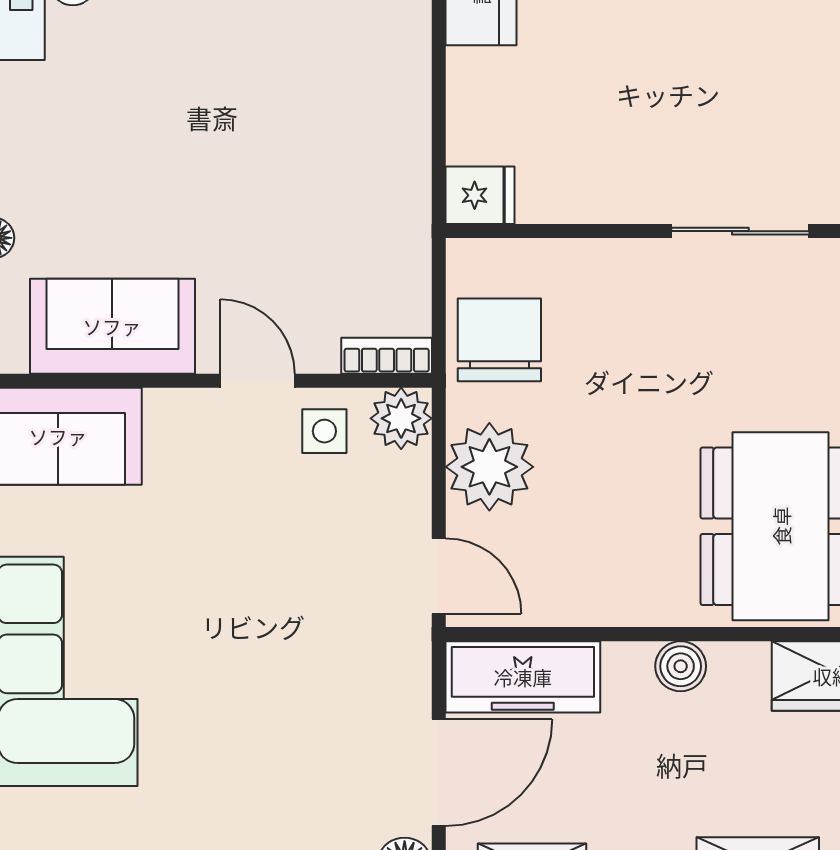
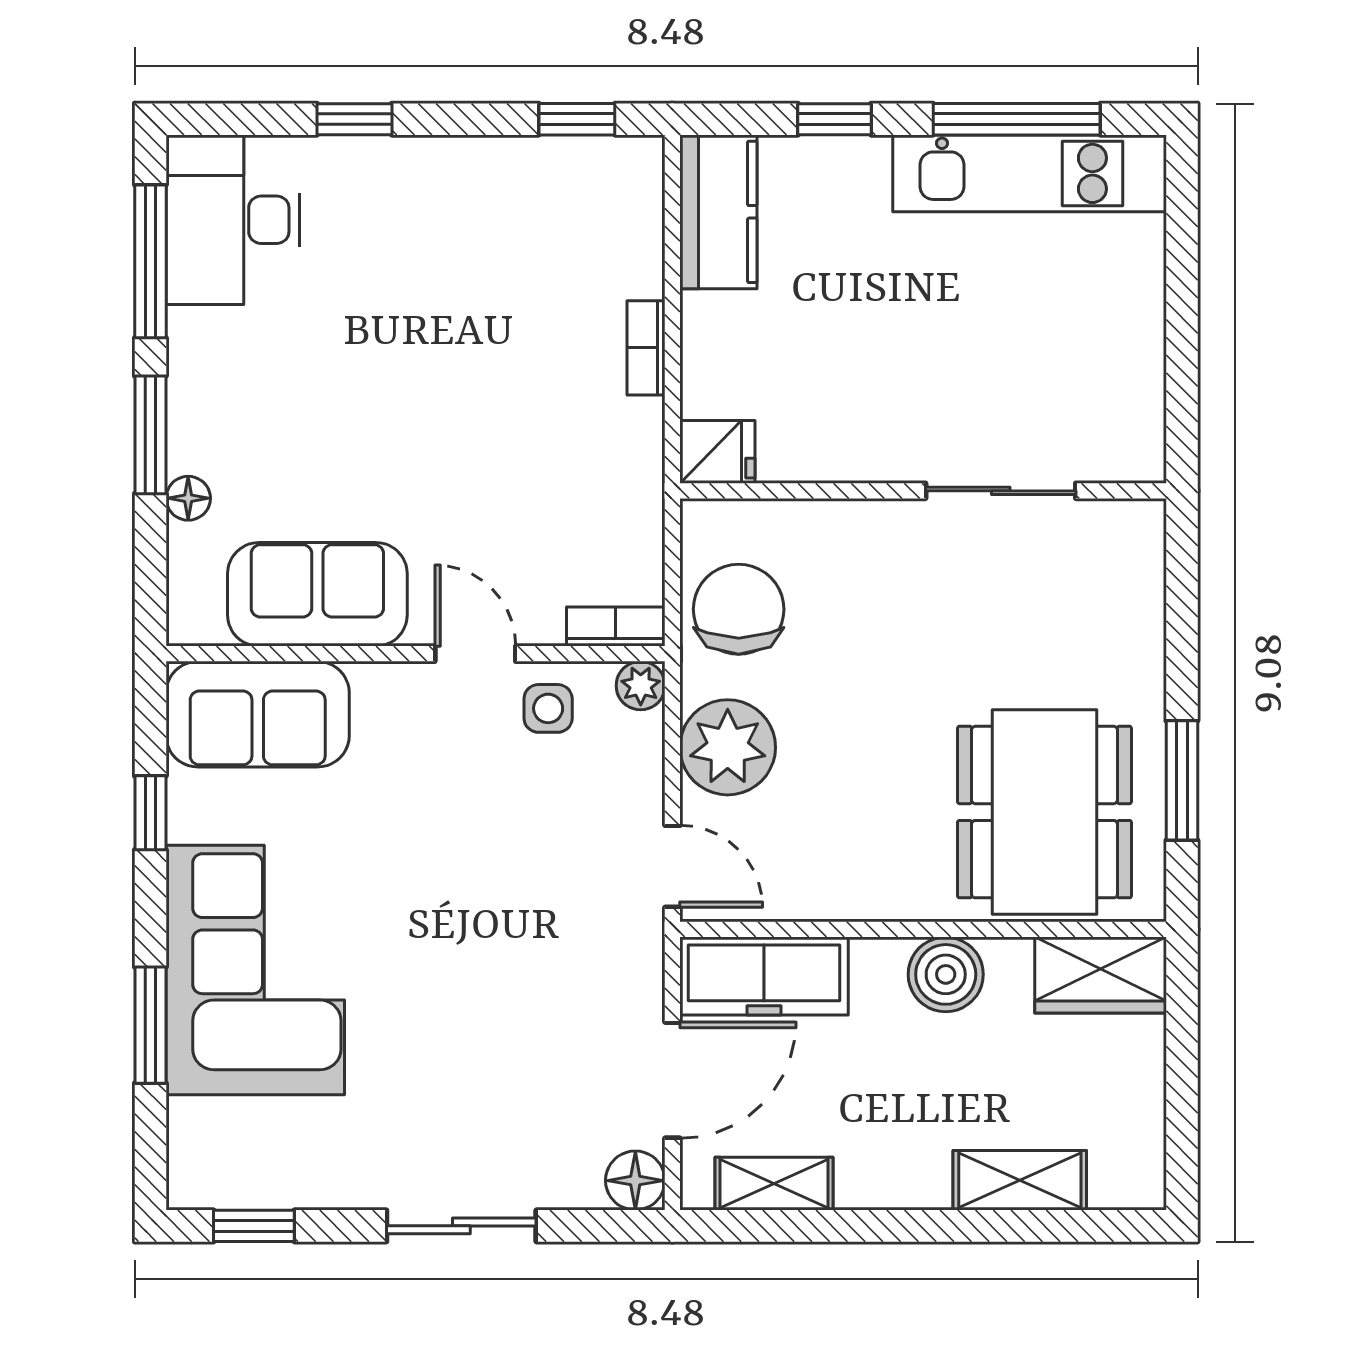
bookcase: (414, 100) -> (646, 348), added
plant: (401, 418) -> (641, 686), width x0.73, depth x0.73
boiler: (681, 666) -> (946, 974), width x1.36, depth x1.36

